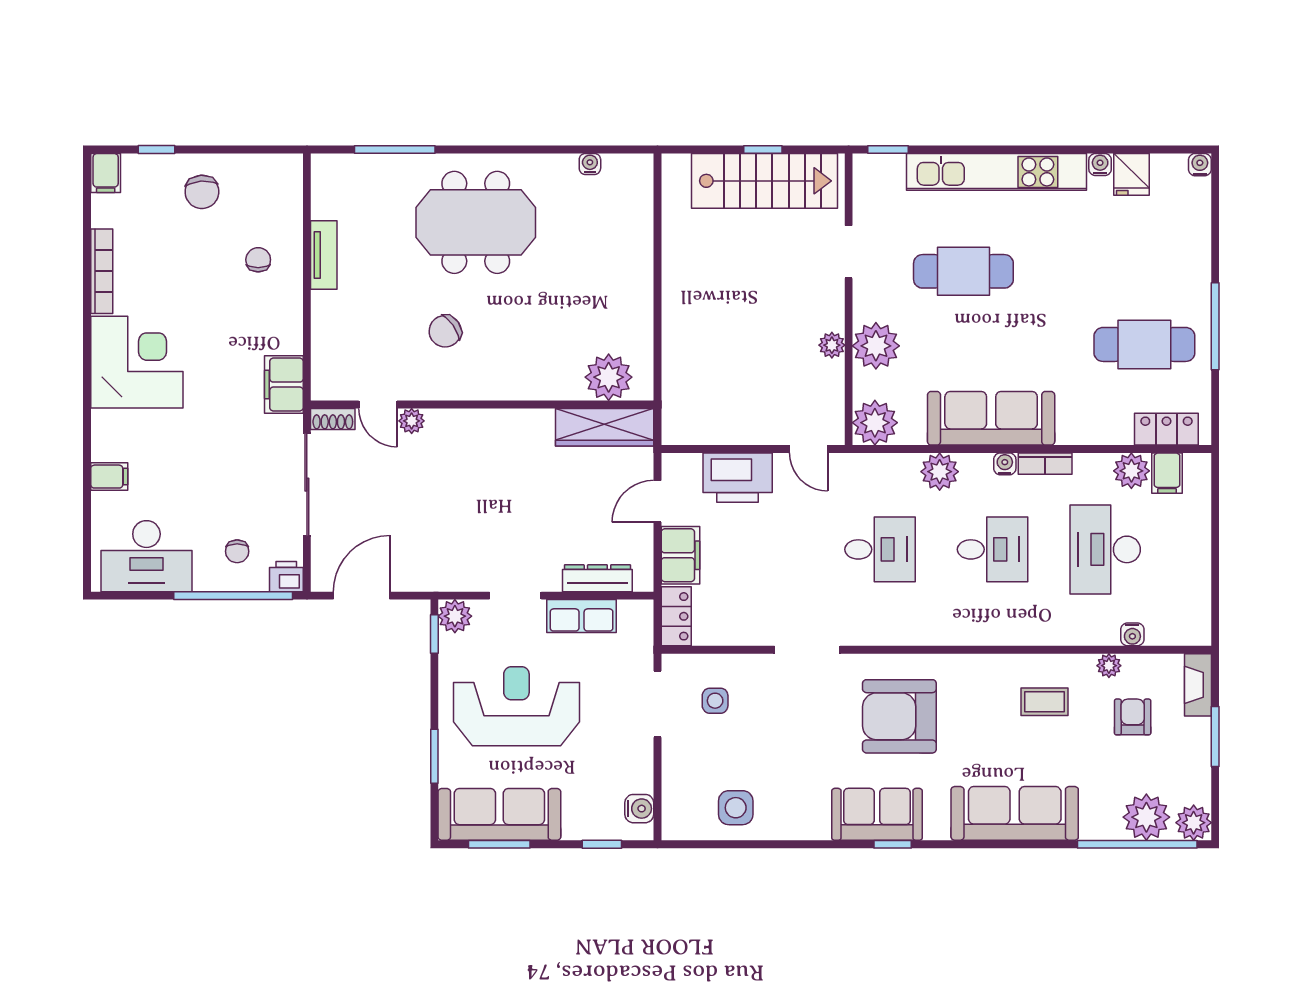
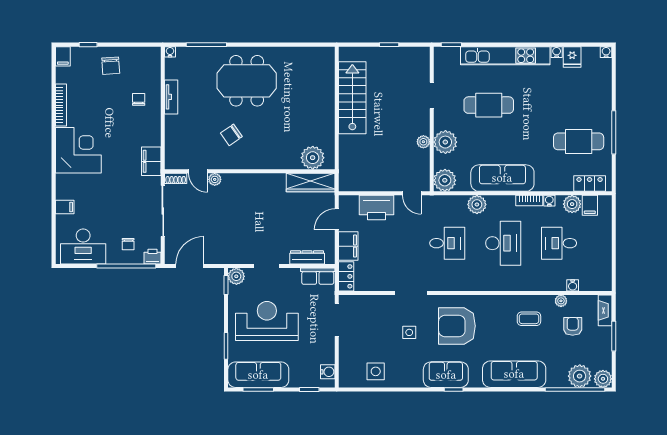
water cooler: (590, 164) -> (170, 52), moved
stairs: (765, 181) -> (352, 98), moved, turned -90
water cooler: (1005, 464) -> (549, 201), moved
desk: (993, 549) -> (503, 243), width x1.37
desk: (1105, 549) -> (559, 243), width x0.73
row of seats: (582, 616) -> (318, 276), moved
side table: (715, 701) -> (409, 332), moved

